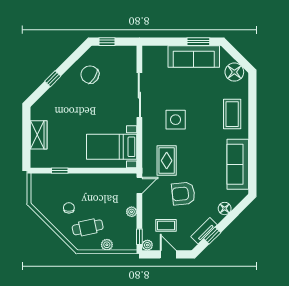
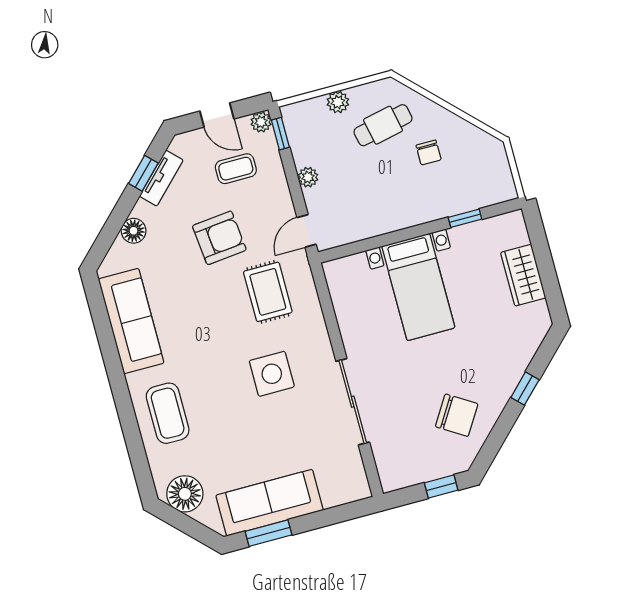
bed with nightstands: (112, 147) -> (418, 287), moved, turned 90

